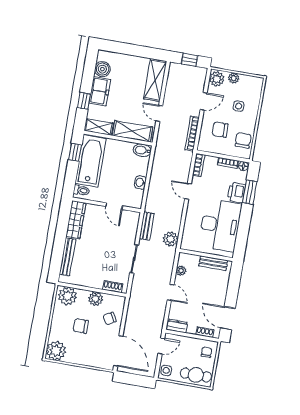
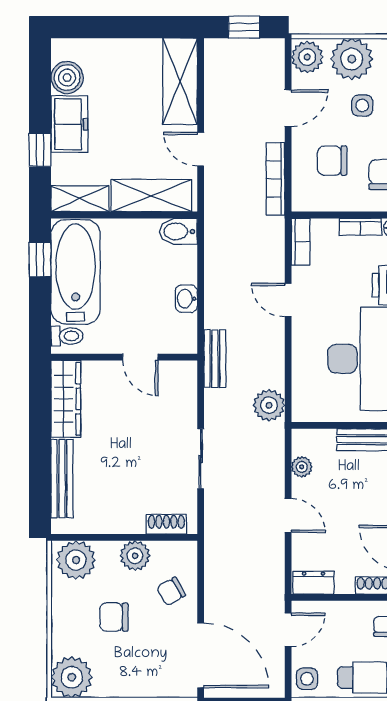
plant: (234, 78) -> (352, 59), width x1.87, depth x1.87
bench: (147, 226) -> (215, 359), moved

